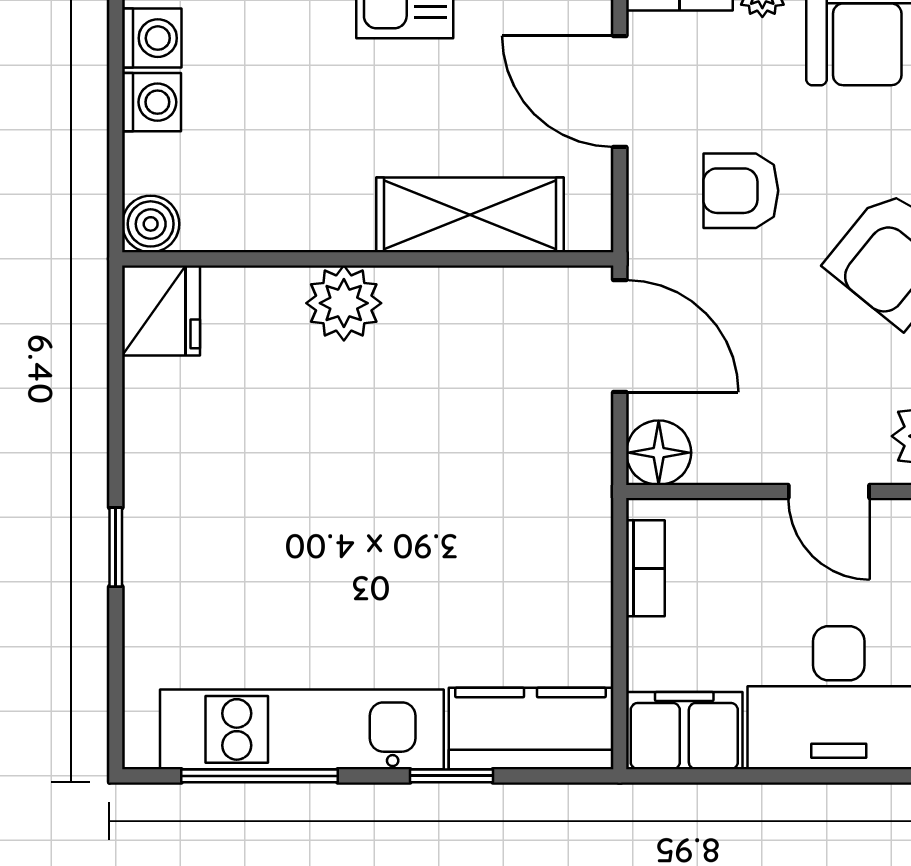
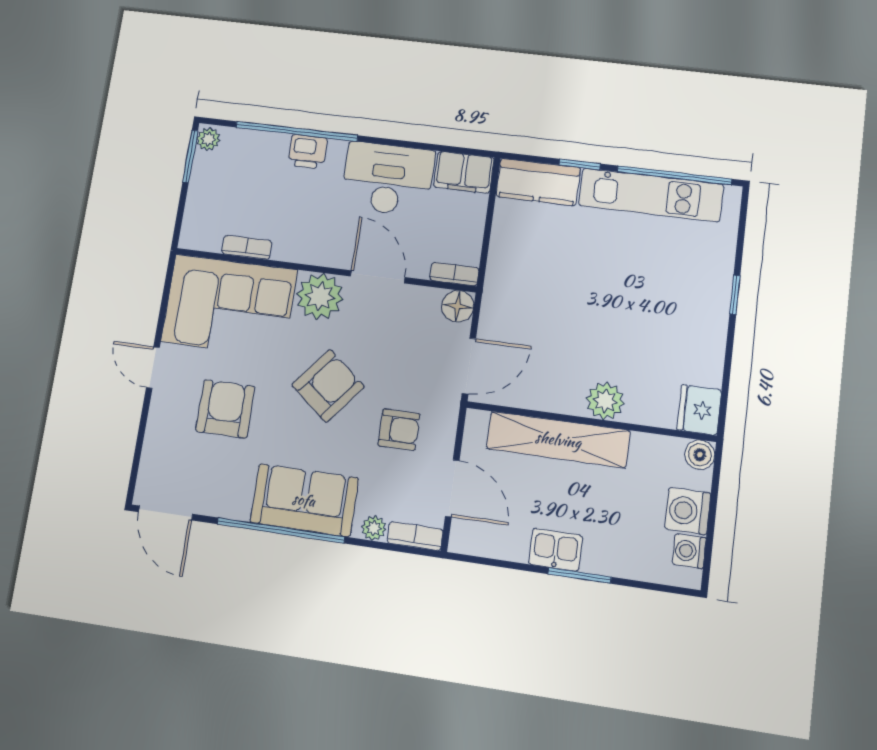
washing machine: (152, 102) -> (688, 511), width x1.38, depth x1.38
shelving: (470, 215) -> (558, 440), width x1.47
door: (620, 336) -> (469, 366), swing flipped
door: (829, 492) -> (378, 277), width x1.38
bookcase: (645, 568) -> (454, 274), moved, turned 90
window: (260, 776) -> (674, 175), width x1.46

